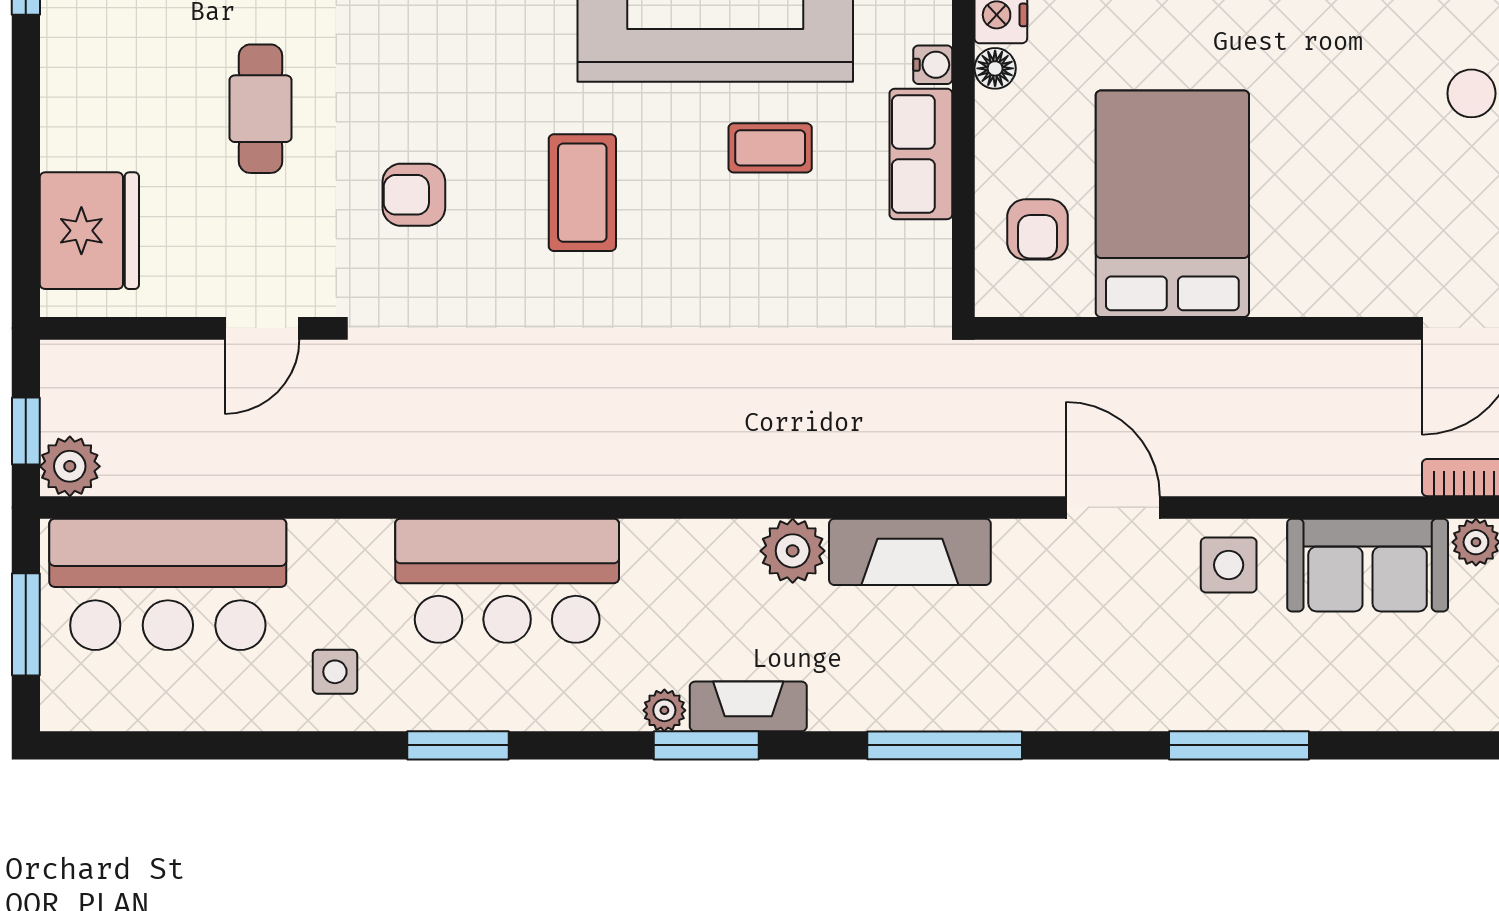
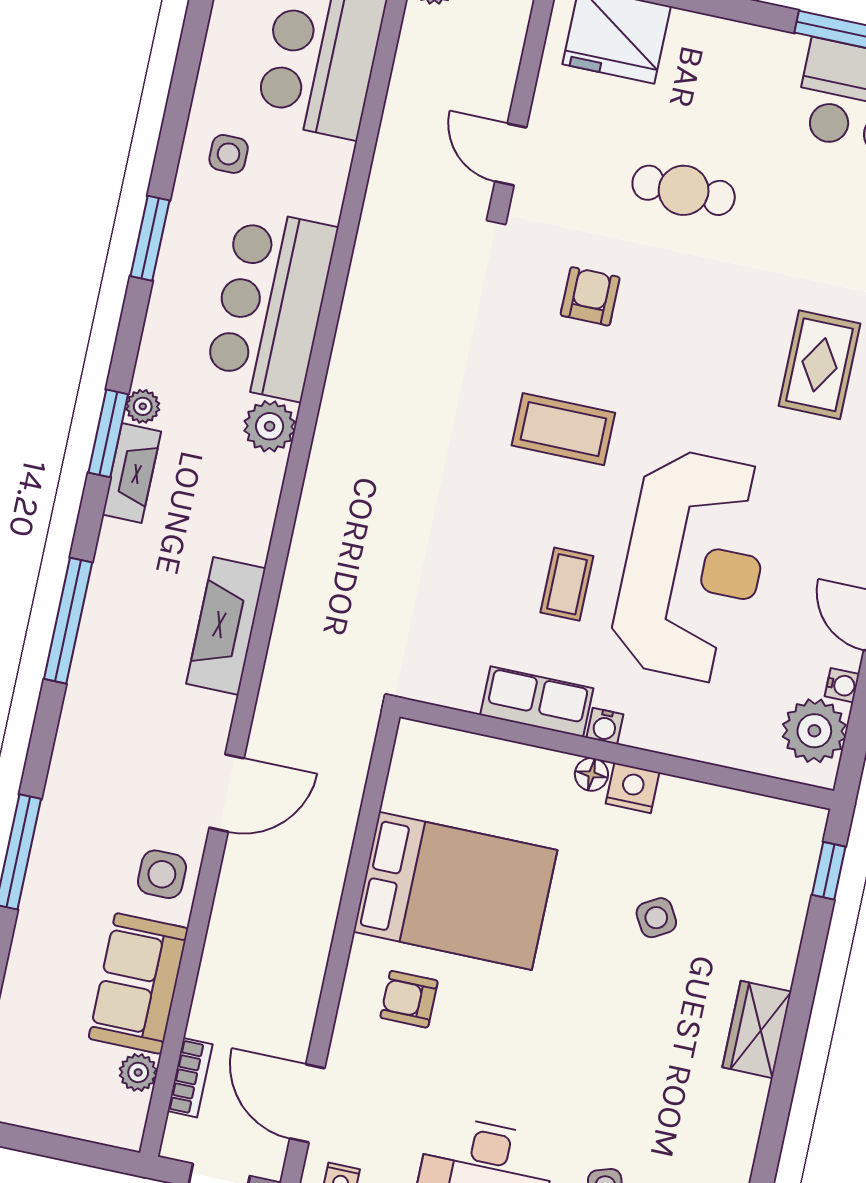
armchair: (1037, 229) -> (409, 999), moved
plant: (793, 551) -> (270, 426), moved

